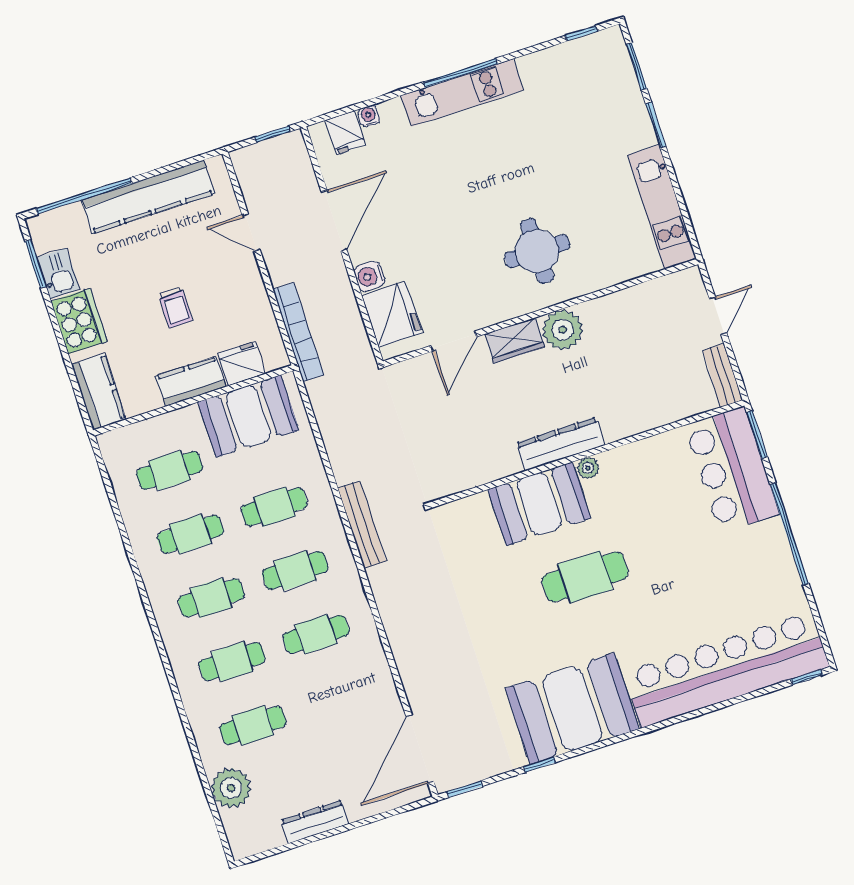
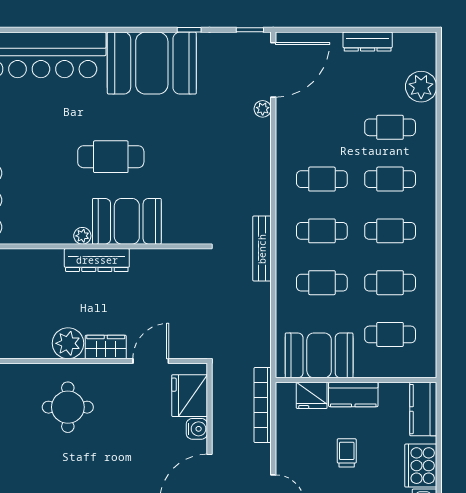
plant: (417, 697) -> (263, 109), added

